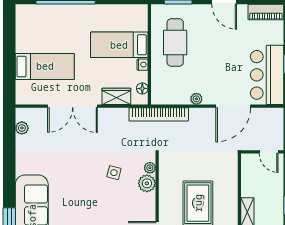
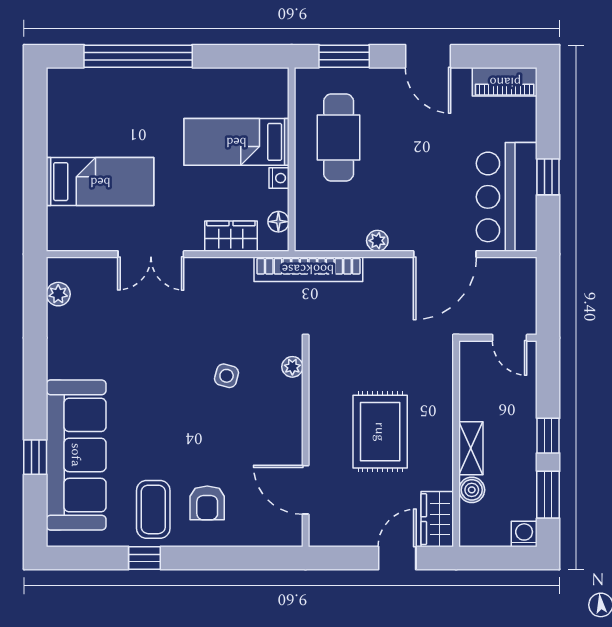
double door: (73, 106) -> (151, 254), width x0.73
plant: (147, 183) -> (287, 395), removed

